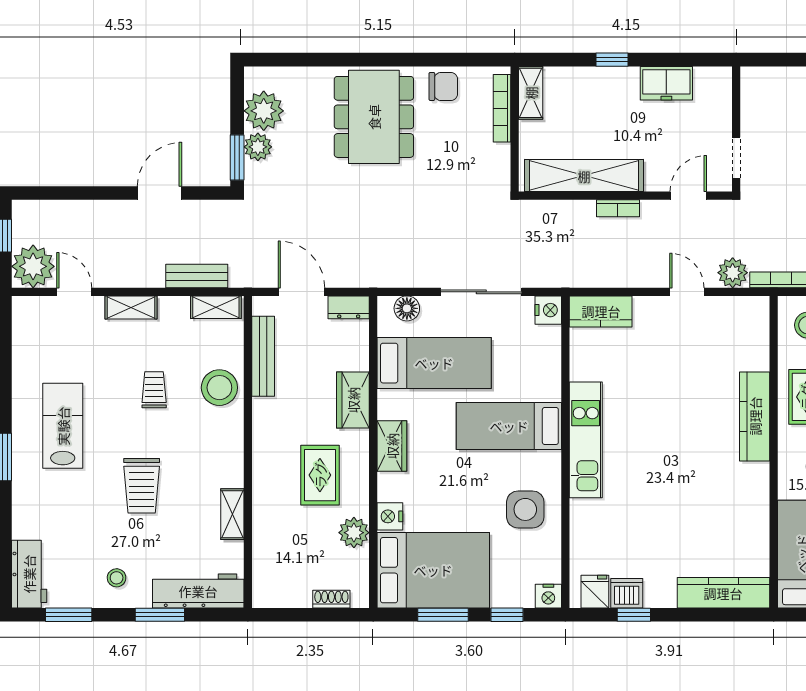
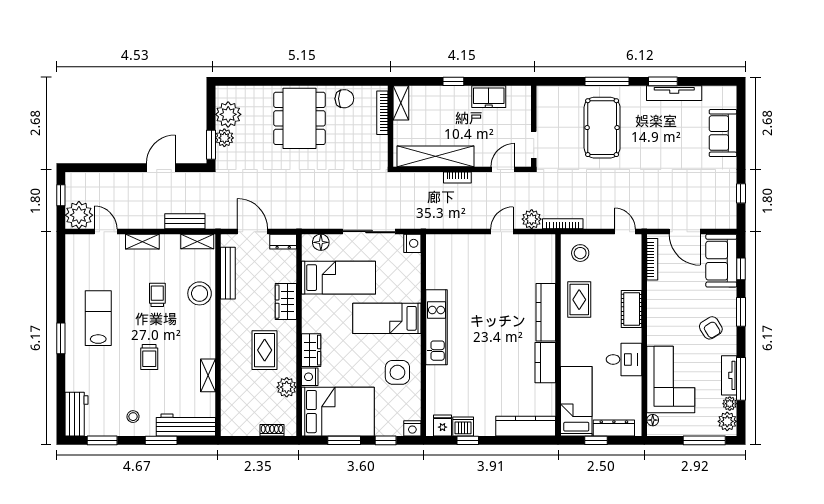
door: (687, 292) -> (502, 232), hinge flipped
kitchen counter: (601, 311) -> (545, 363), moved, turned 90
wardrobe: (392, 446) -> (311, 350), moved
trolley: (142, 486) -> (149, 357), width x0.73, depth x0.72

